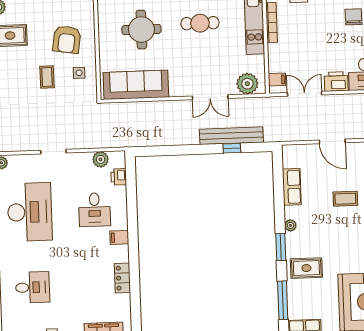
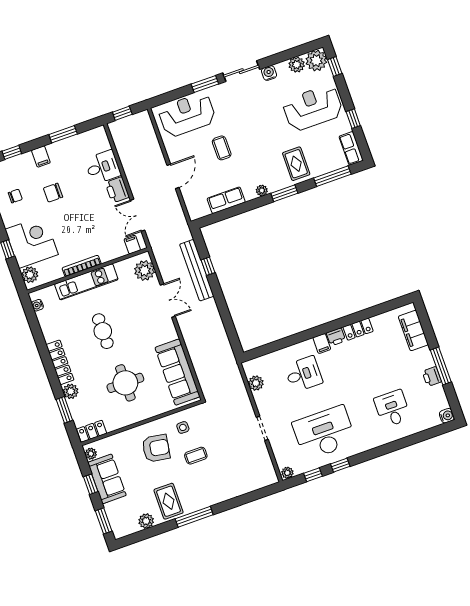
printer: (119, 177) -> (336, 337), moved

